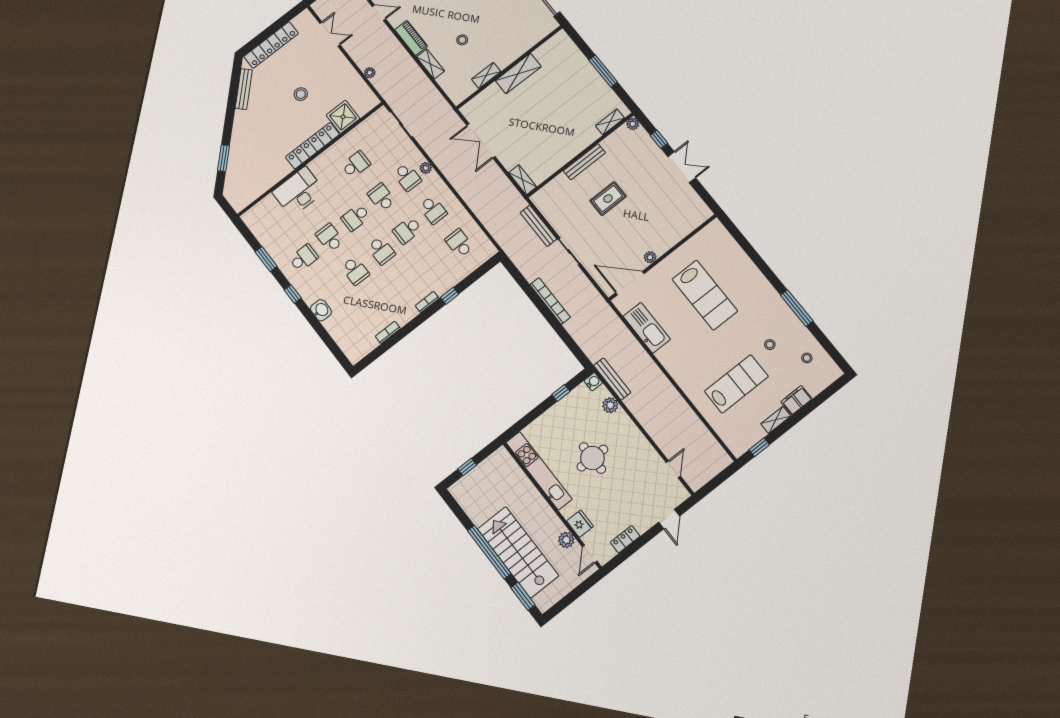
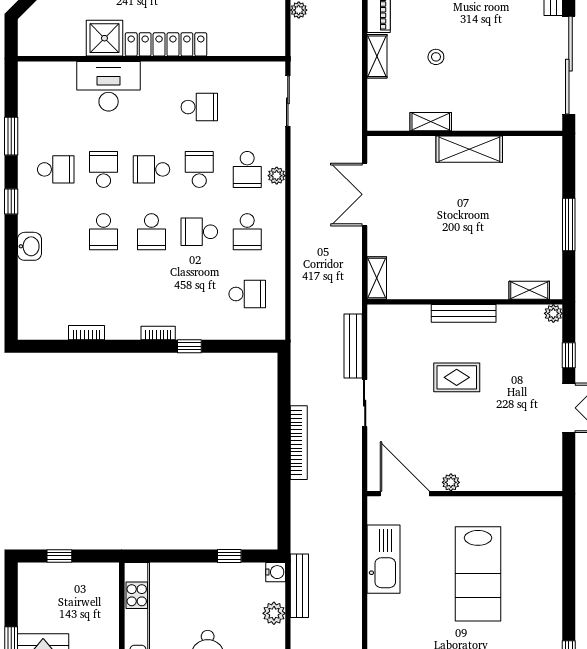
shower: (343, 117) -> (104, 38), moved
school desk: (459, 243) -> (247, 294), turned 90

